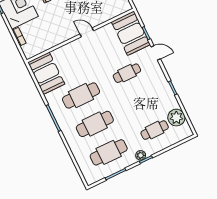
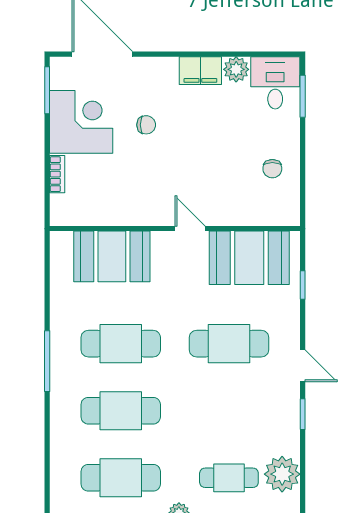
booth: (131, 33) -> (249, 258), moved, turned 90
door: (156, 53) -> (303, 366), moved
booth: (46, 73) -> (112, 256), moved, turned 90
cafe table: (127, 73) -> (229, 344), width x1.37, depth x1.35

